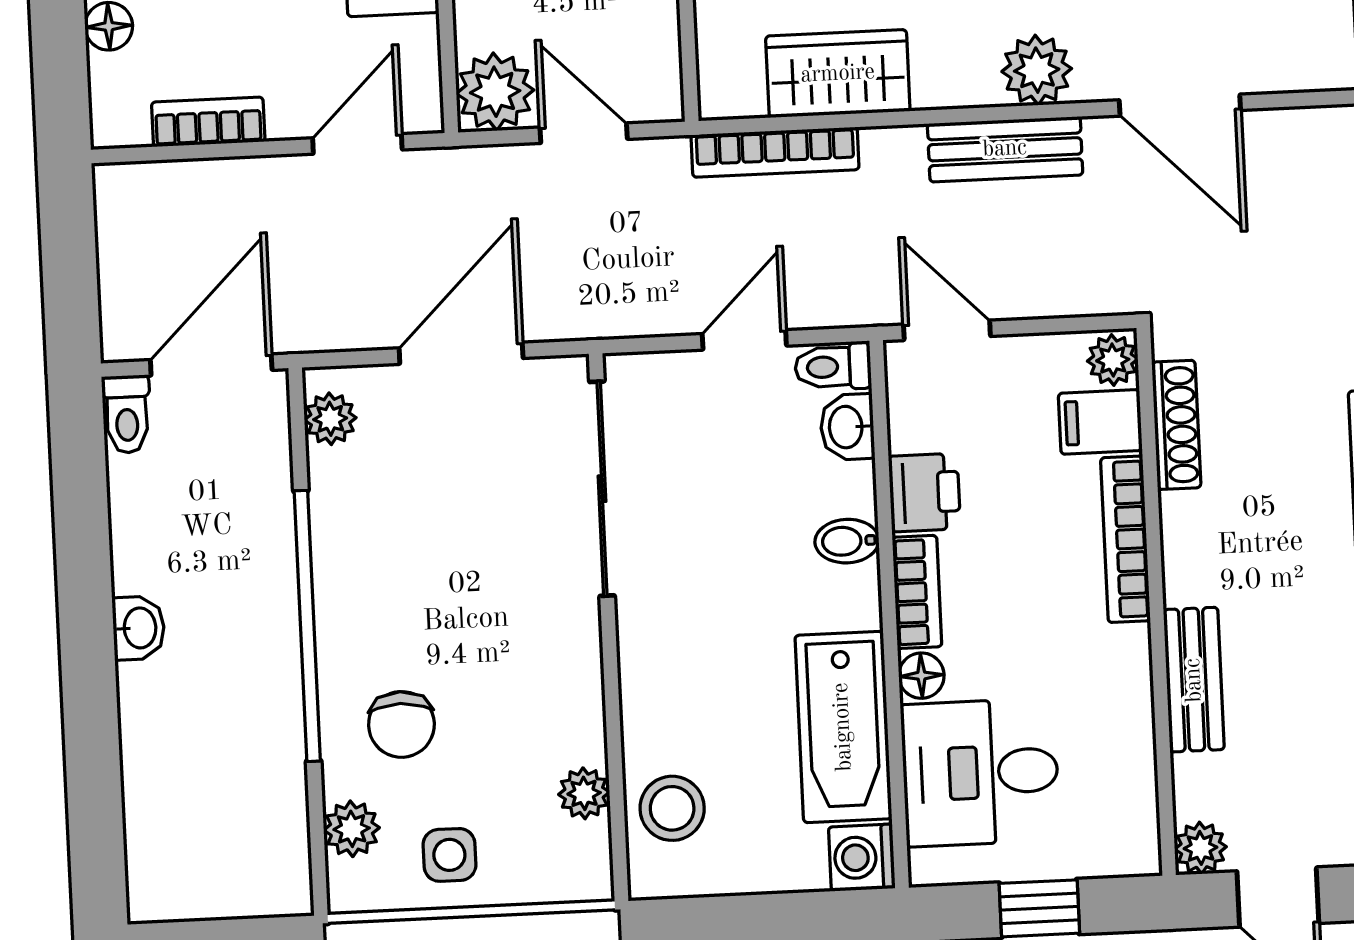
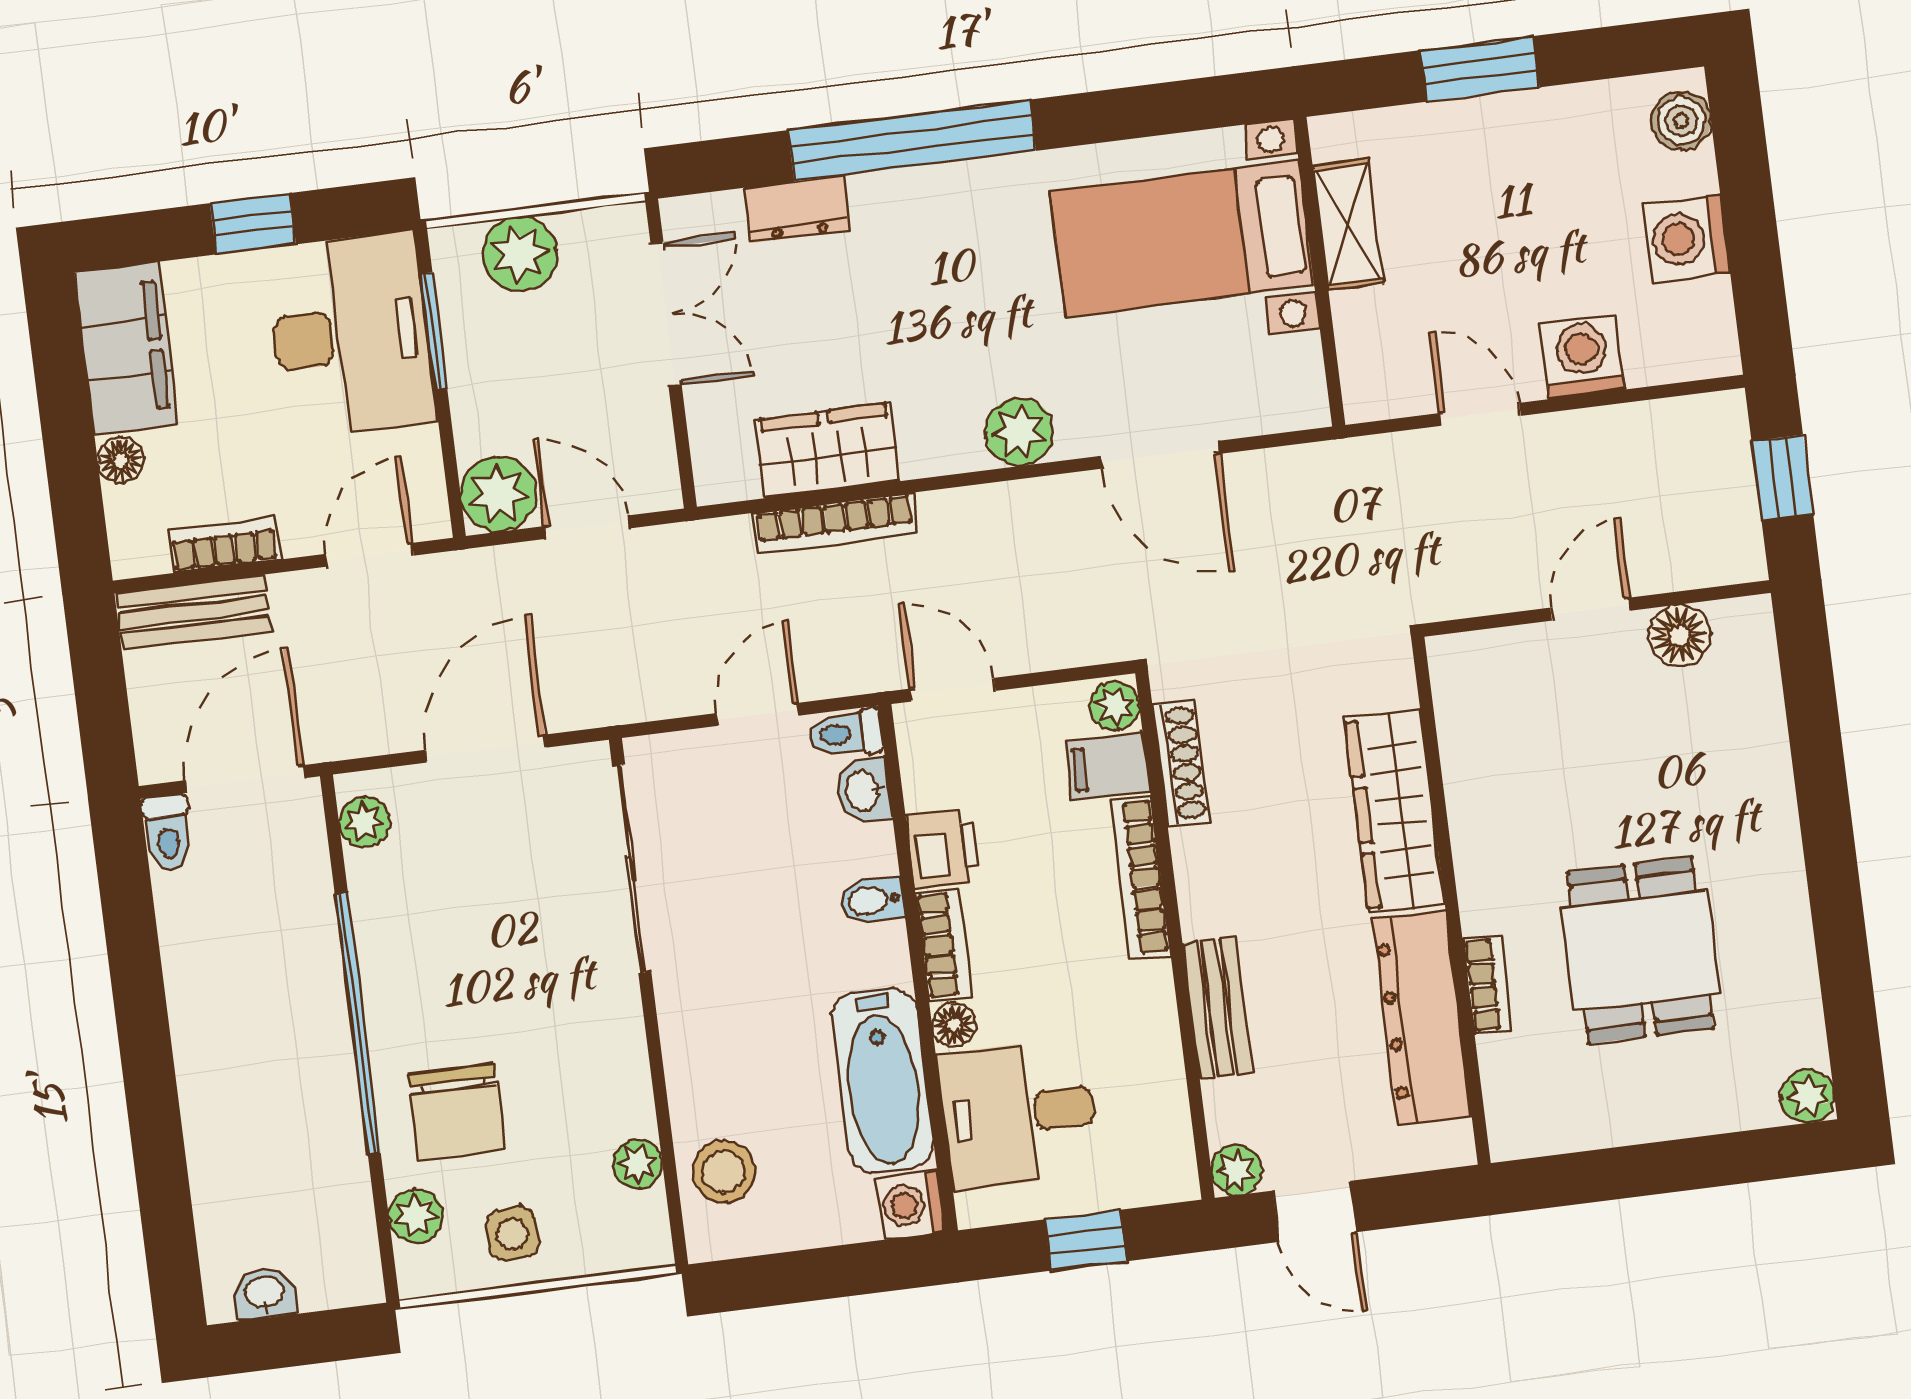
bench: (1005, 149) -> (194, 612), moved
bookcase: (775, 152) -> (835, 523), moved
washbasin: (139, 628) -> (265, 1293), moved, turned -90
chair: (401, 724) -> (456, 1111), width x1.37, depth x1.37

